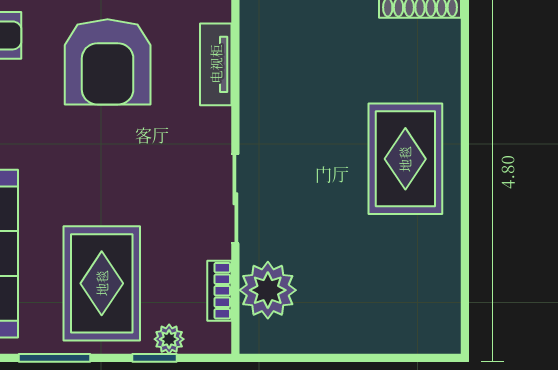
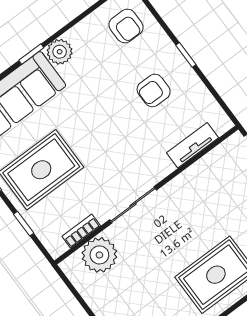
armchair: (108, 62) -> (154, 90), width x0.53, depth x0.53
plant: (169, 339) -> (38, 224), removed

